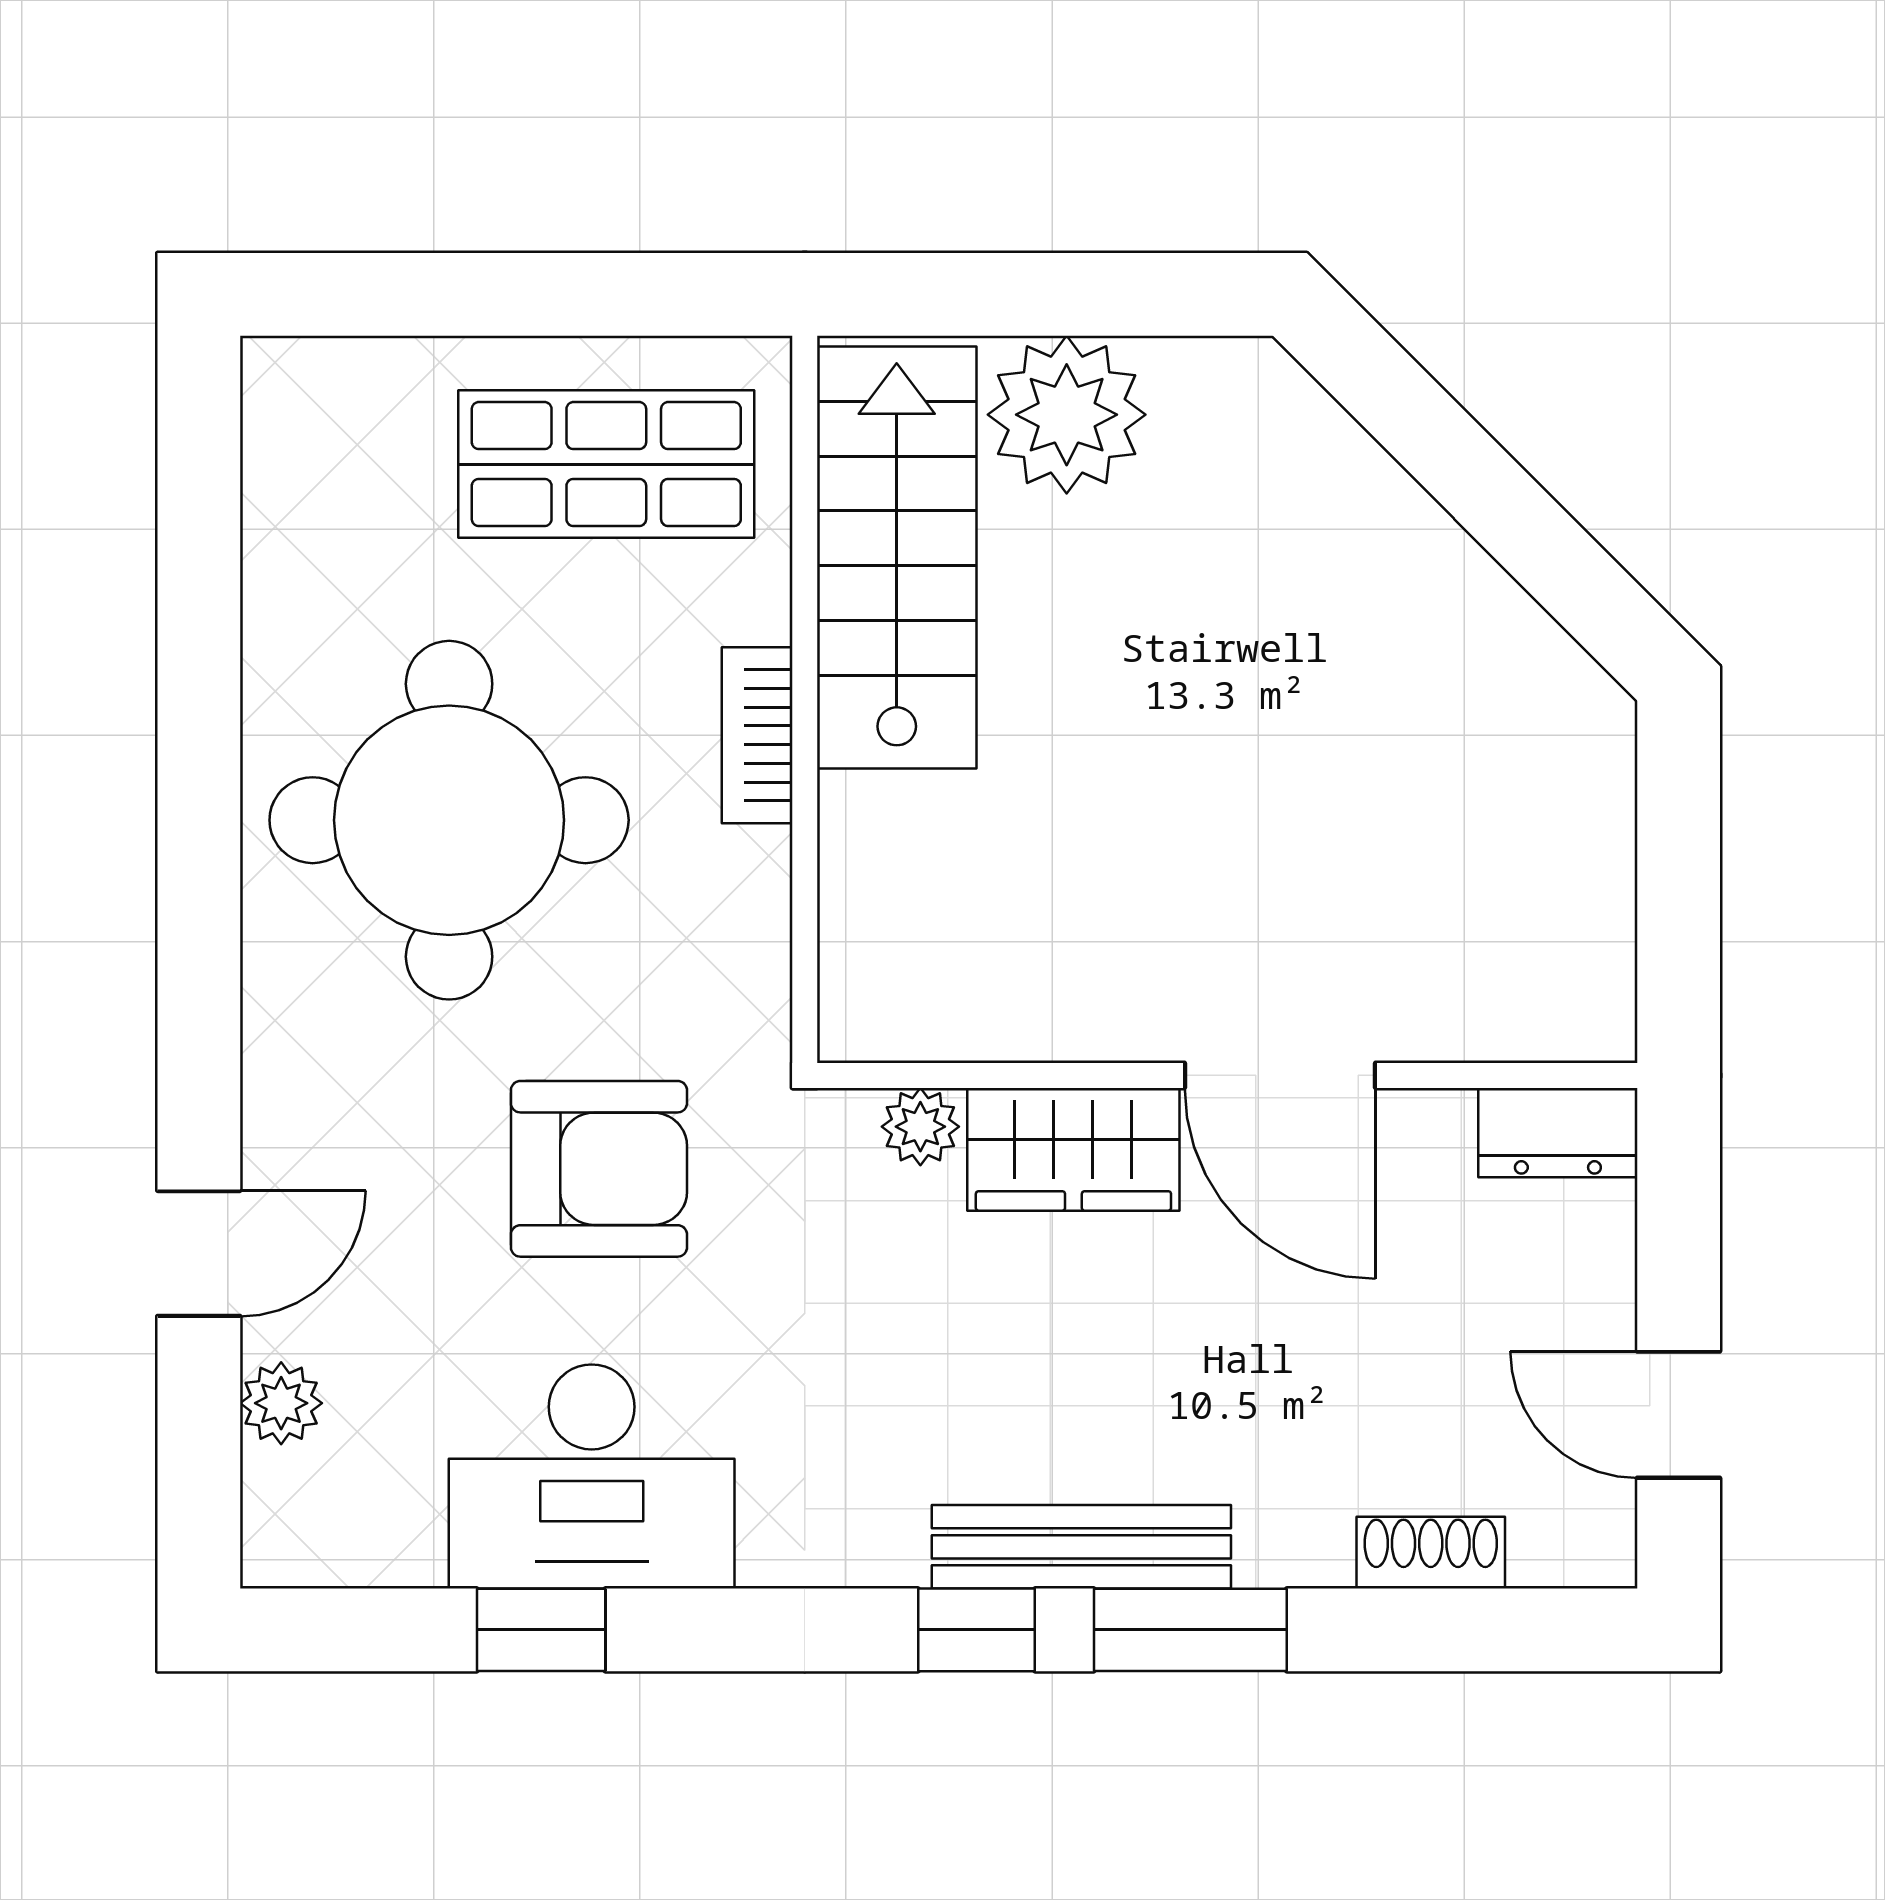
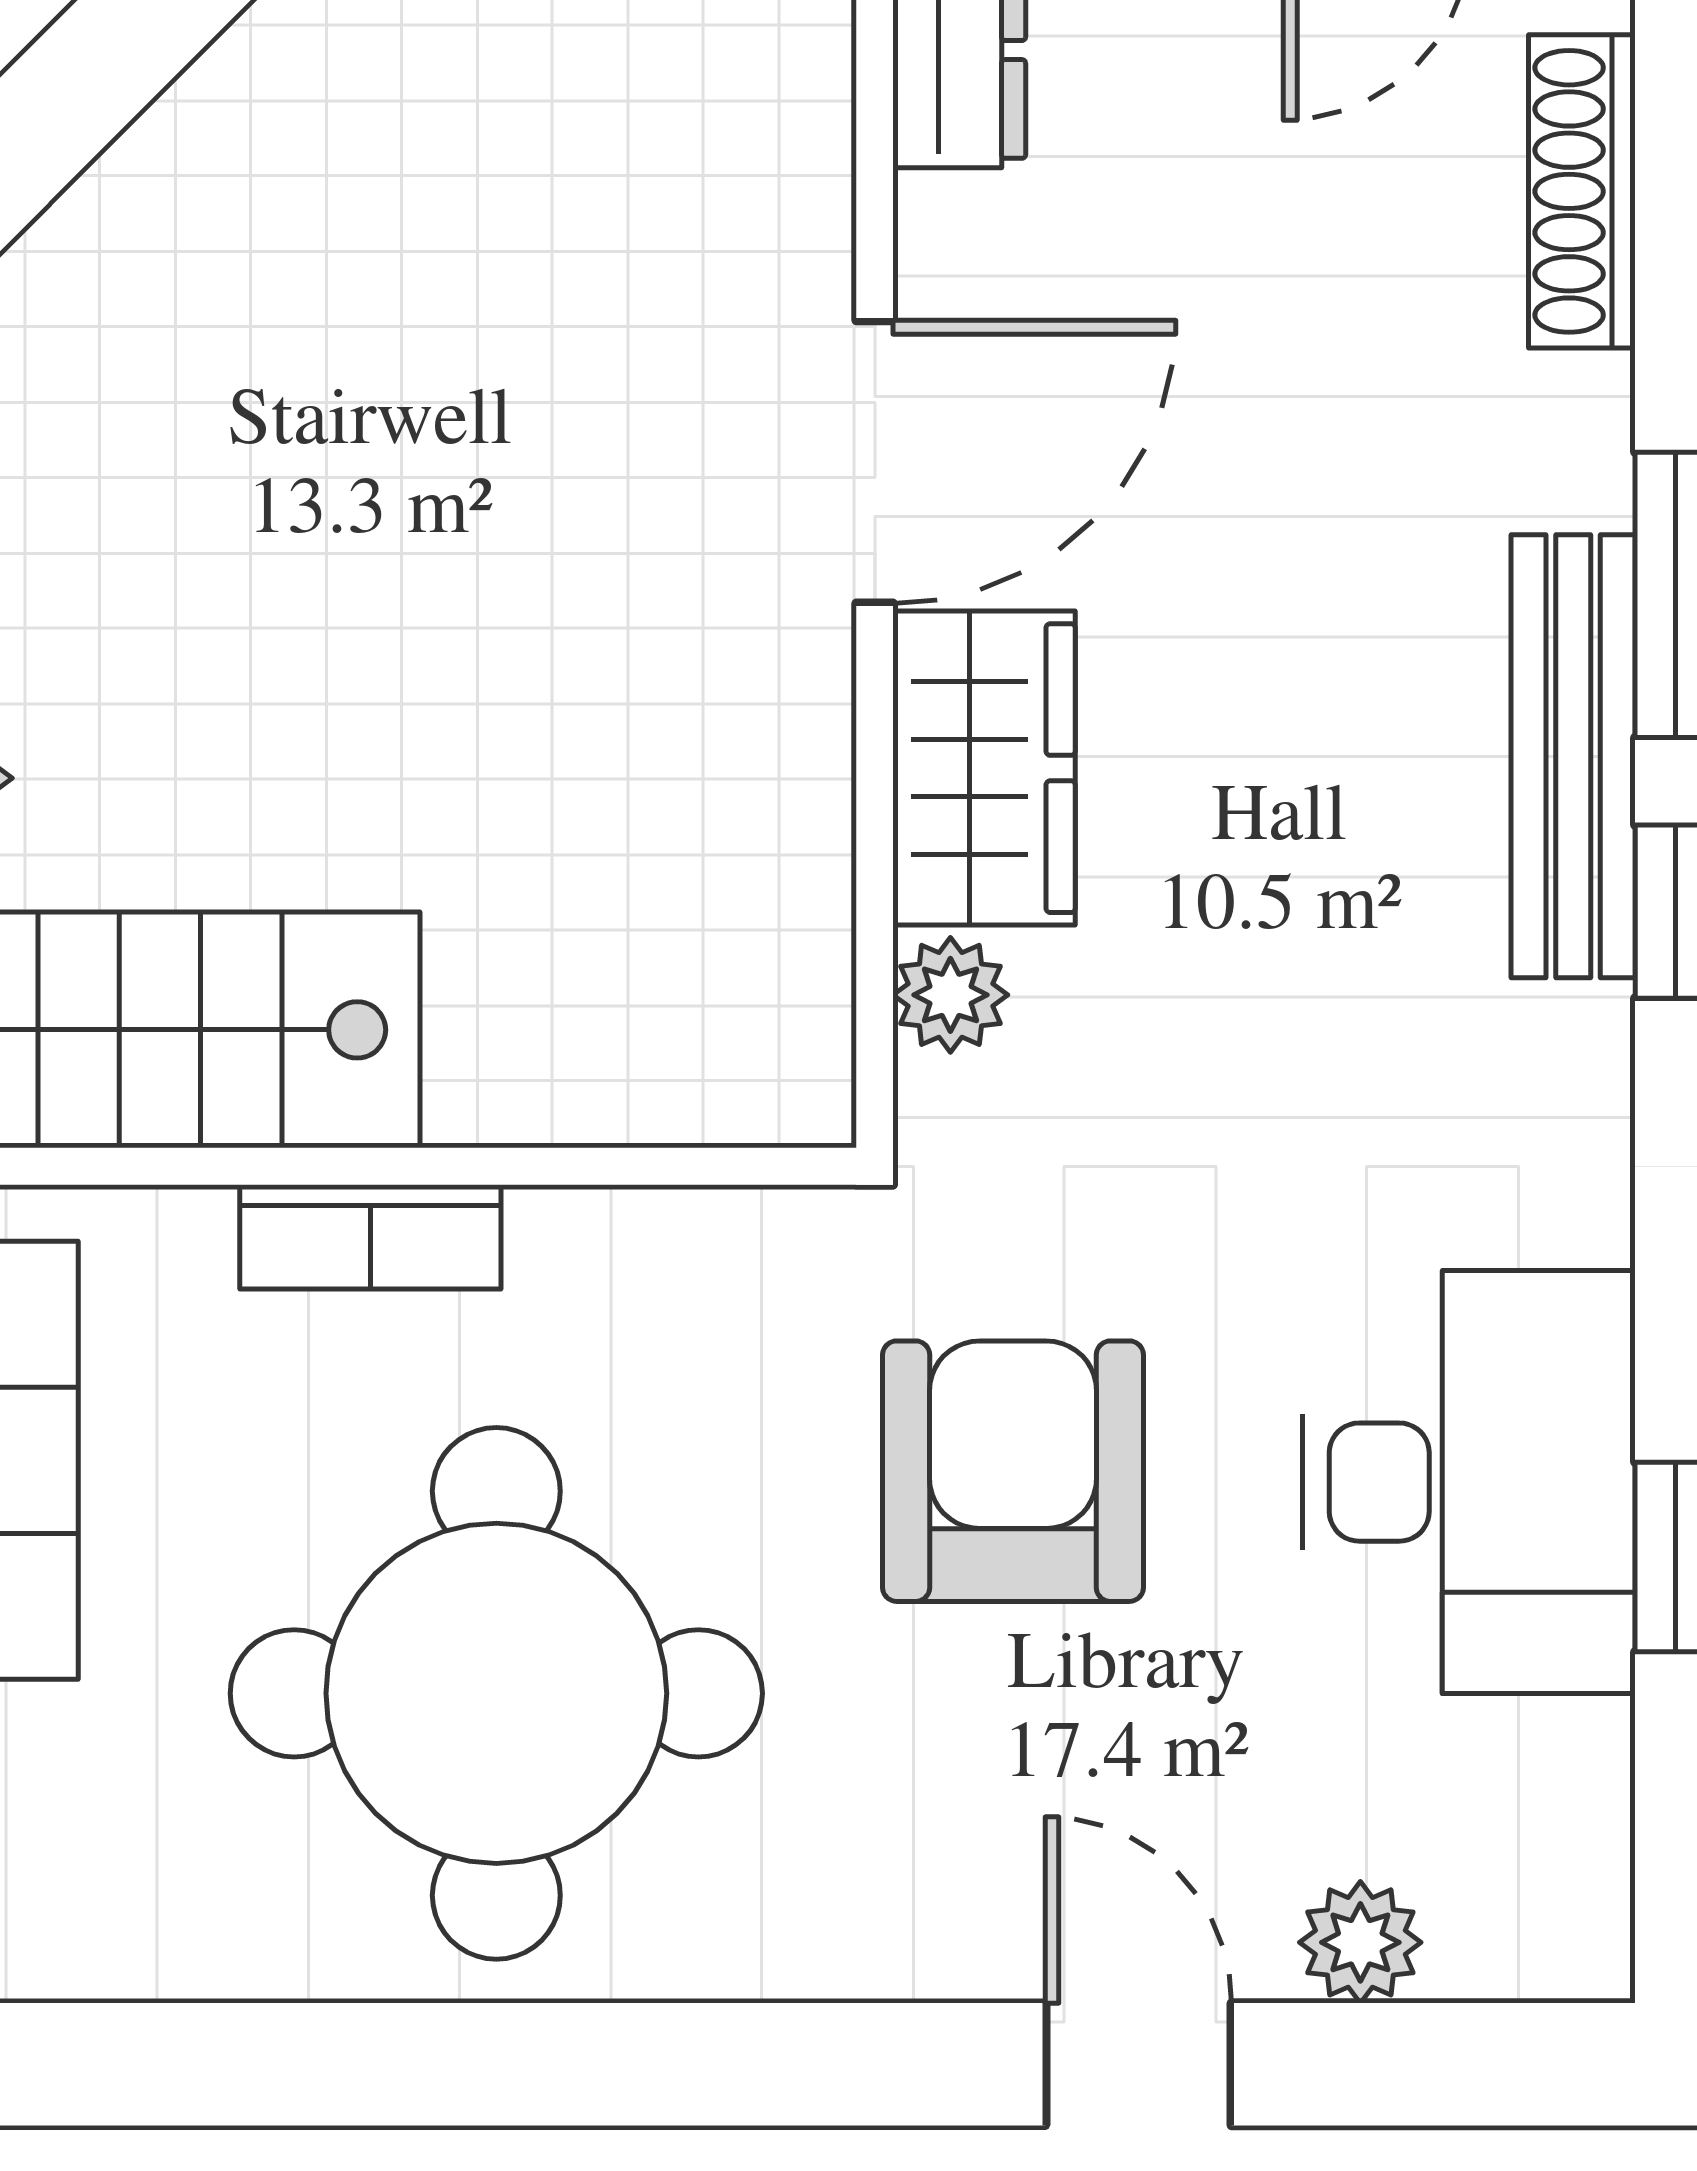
shoe rack: (1431, 1553) -> (1582, 191), width x1.43

